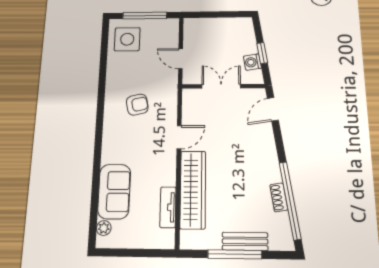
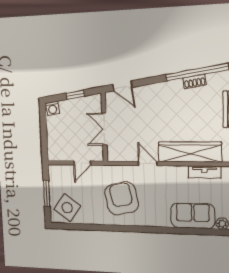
window: (145, 16) -> (47, 193), width x0.69
side table: (127, 39) -> (67, 208), turned 37
washing machine: (252, 62) -> (52, 108), moved
armchair: (137, 105) -> (122, 198), width x1.88, depth x1.88

